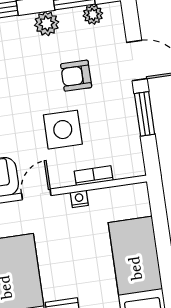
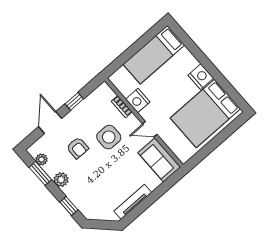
window: (145, 114) -> (74, 101), width x0.67
nightstand: (79, 199) -> (138, 101), width x1.89, depth x1.79

